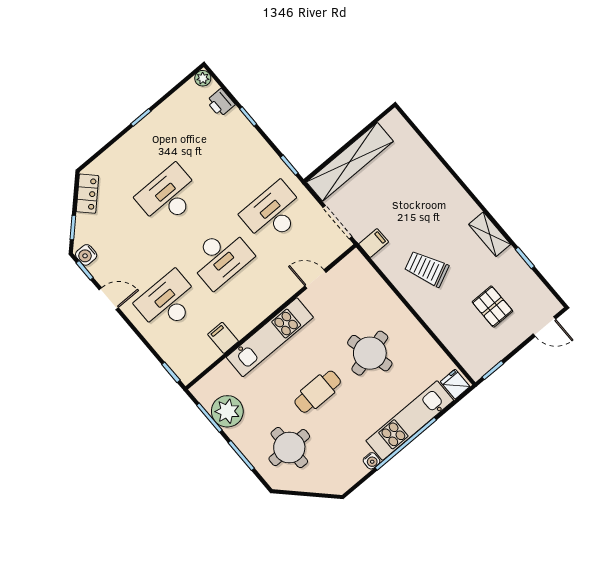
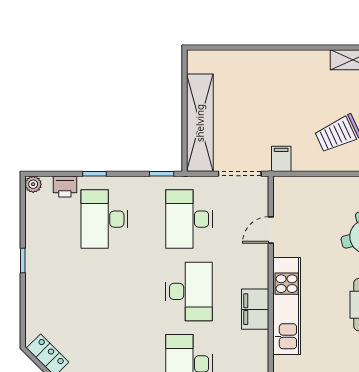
desk: (169, 196) -> (104, 219), moved
filing cabinet: (223, 338) -> (255, 309), moved, width x2.00

